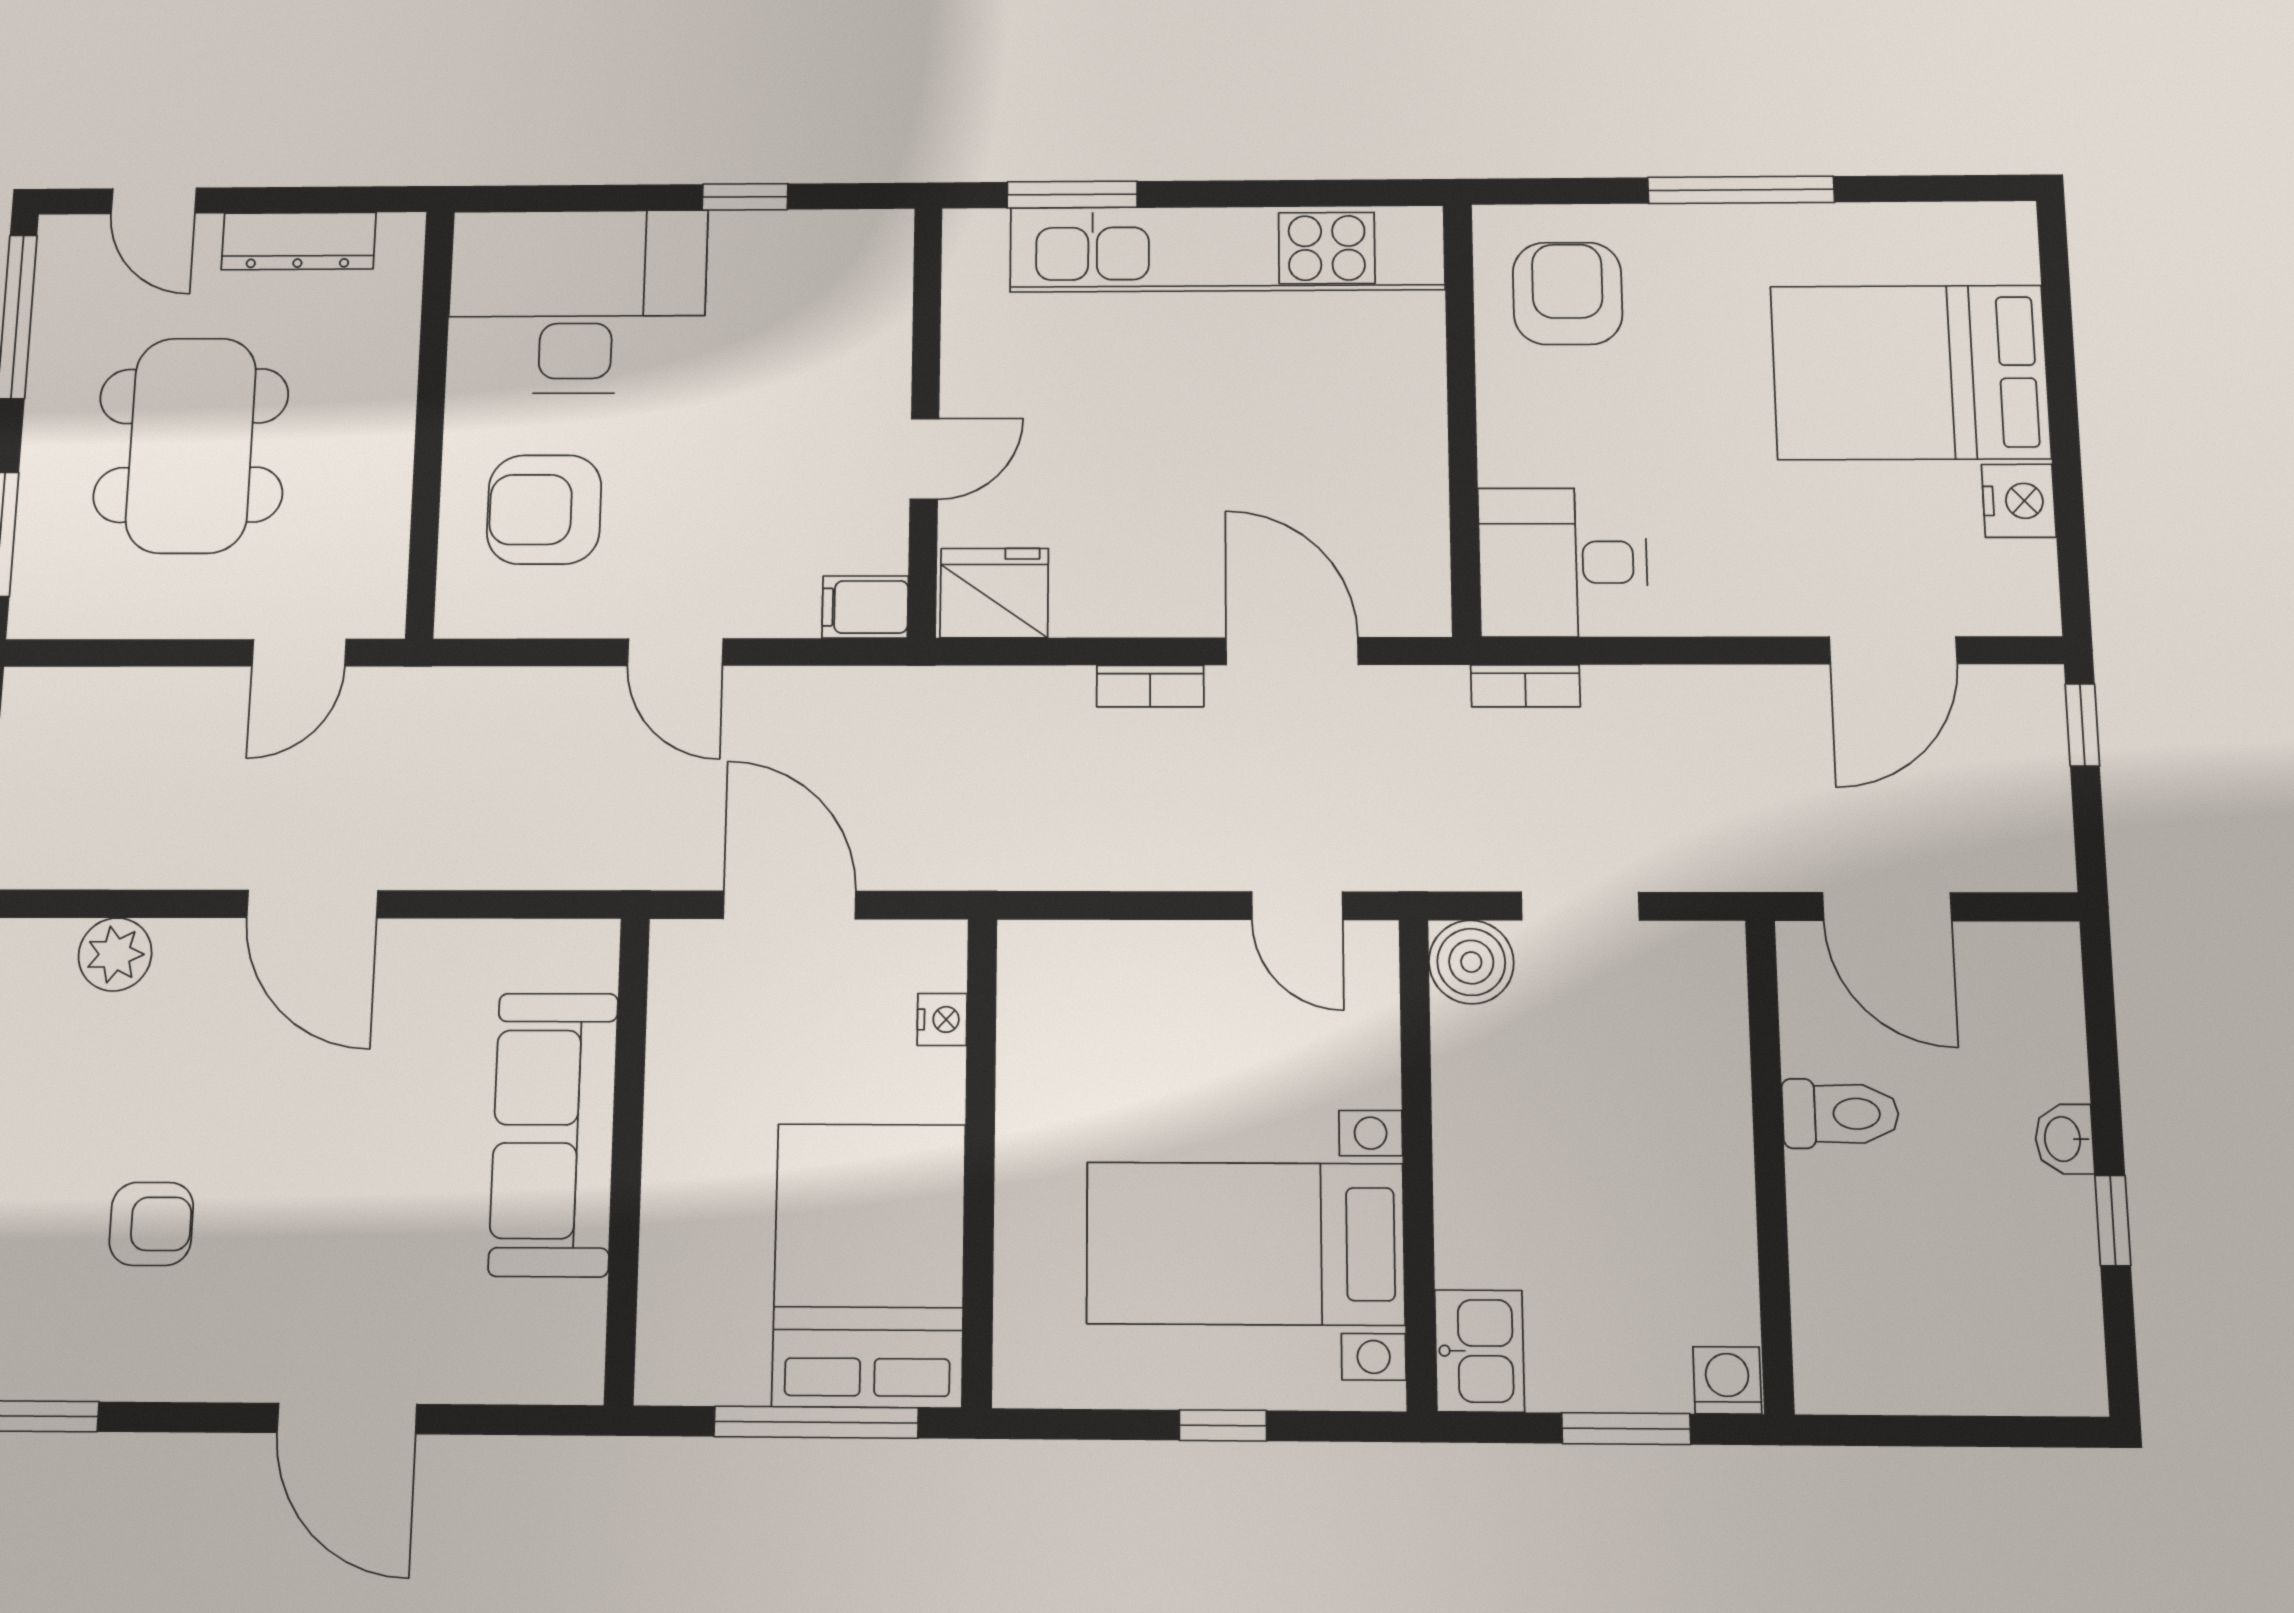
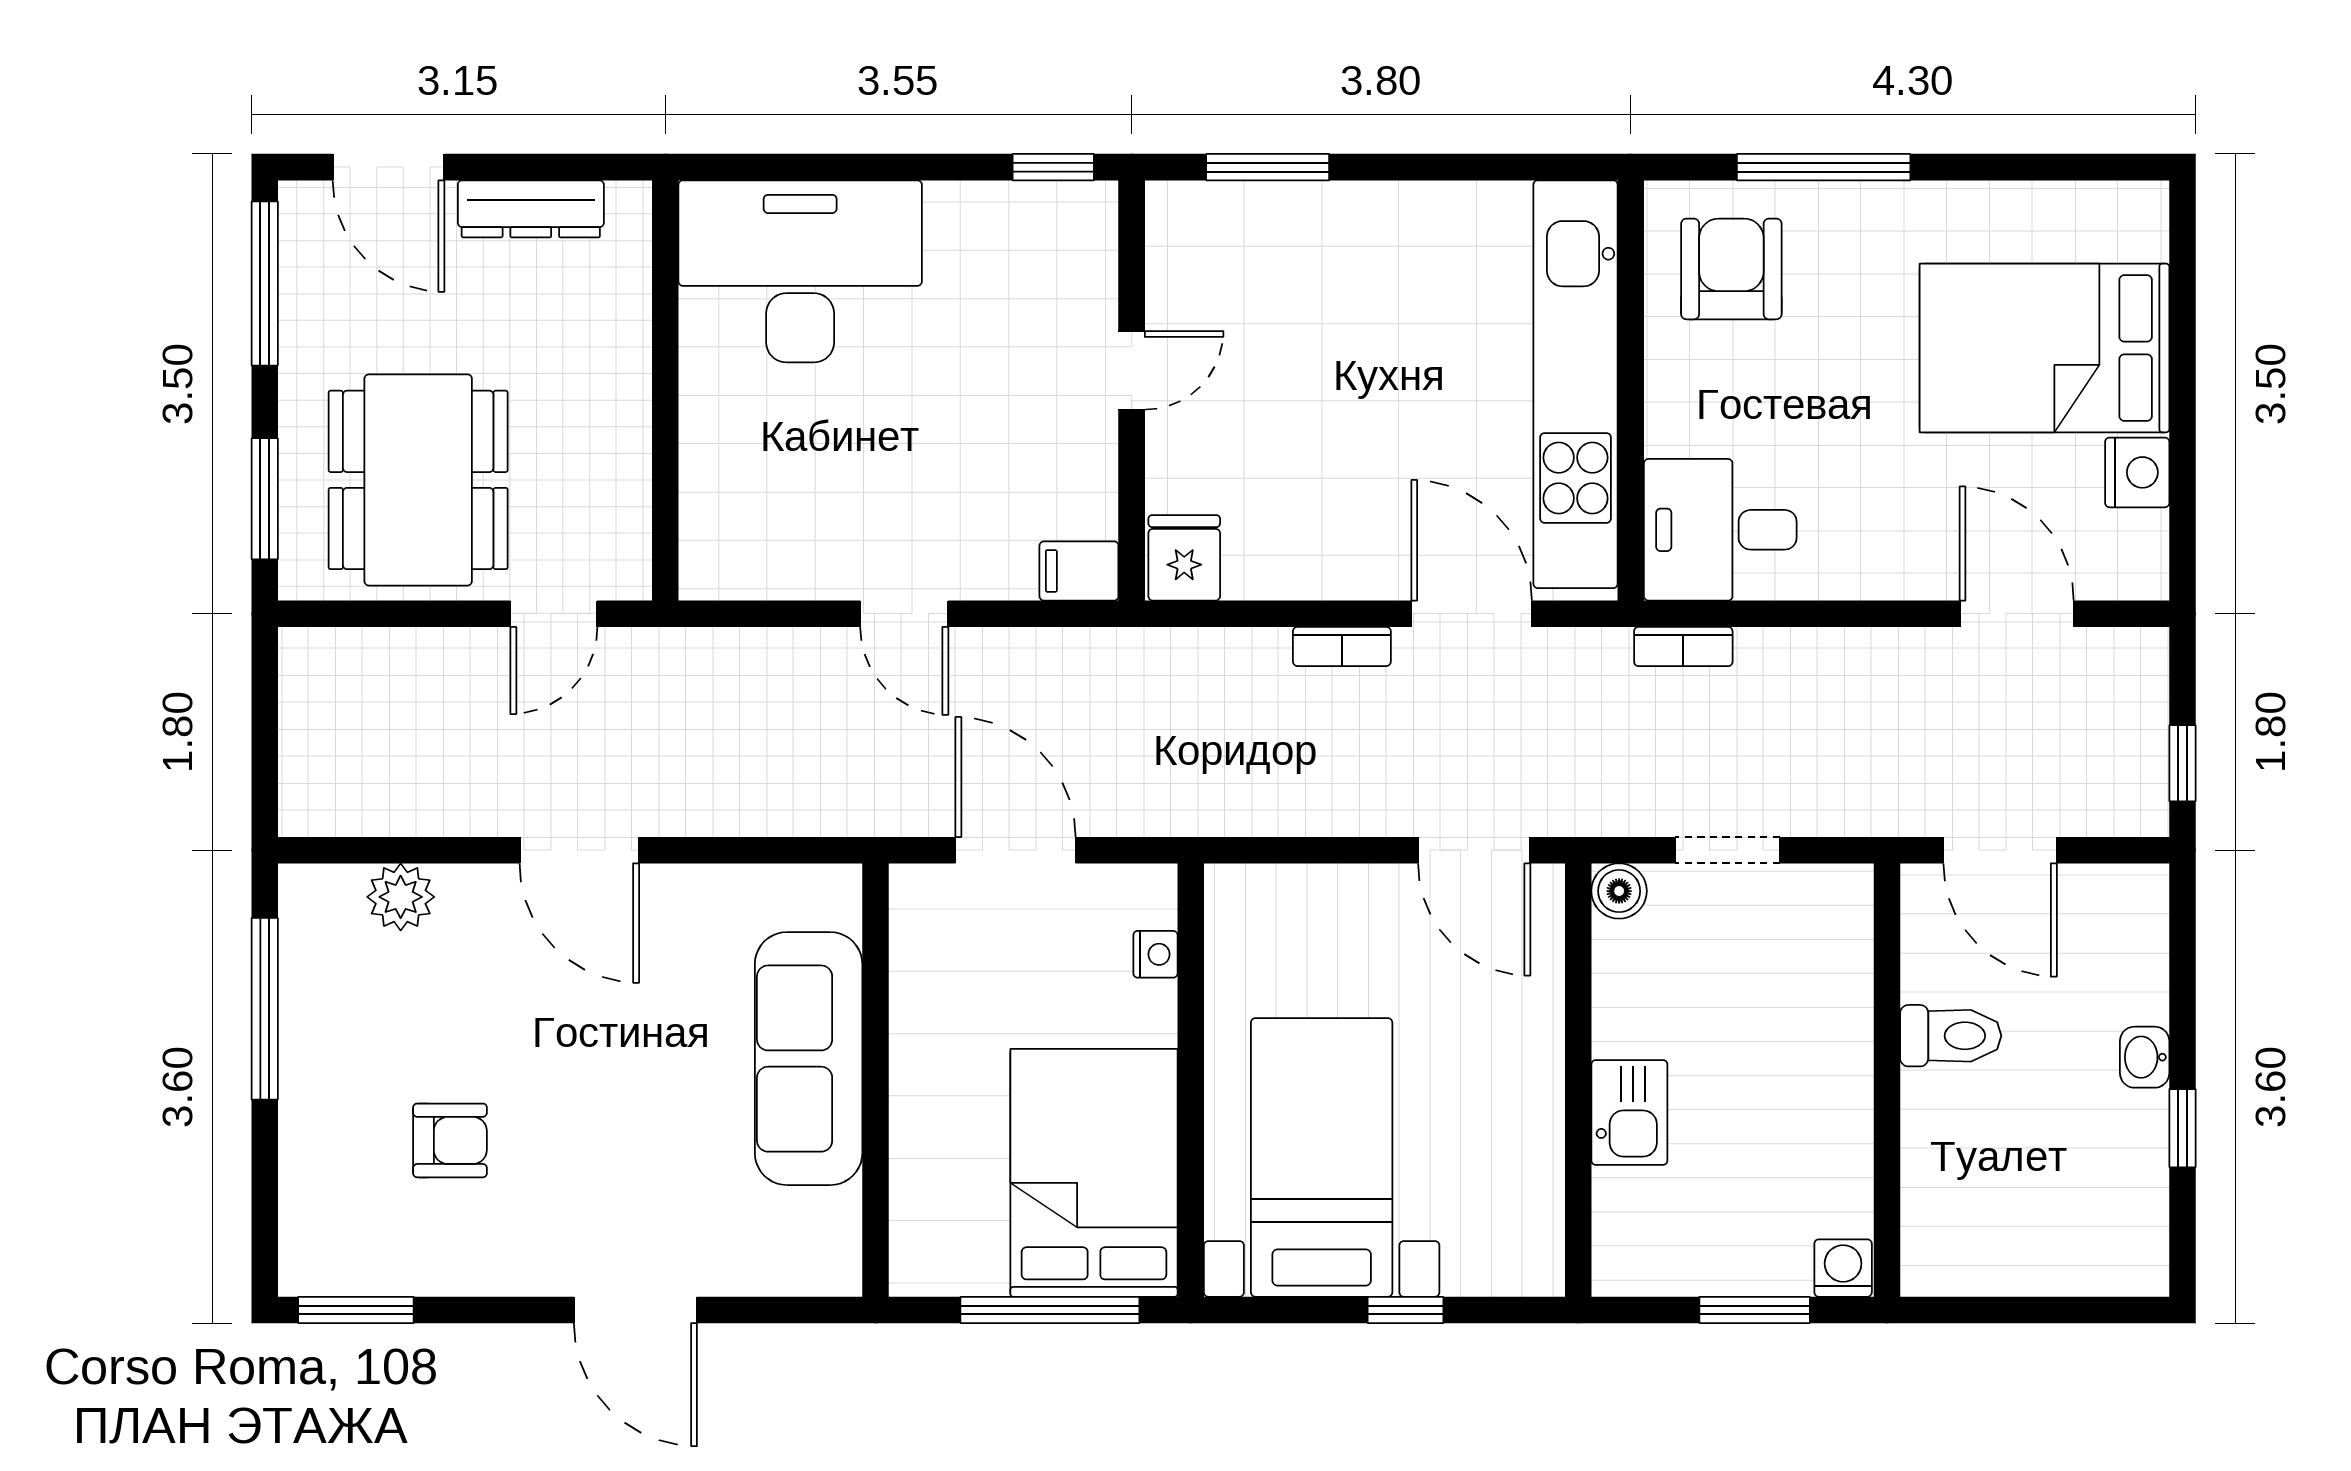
window: (1741, 190) -> (1824, 167), moved
window: (745, 197) -> (1053, 167), moved
door: (154, 201) -> (388, 167), width x1.37
kitchen unit: (1227, 249) -> (1575, 384), moved, turned 90
dining table: (191, 445) -> (418, 480), moved
door: (924, 459) -> (1132, 370), moved
armchair: (544, 510) -> (777, 476), removed
fridge: (994, 593) -> (1184, 558), width x0.72
door: (1893, 650) -> (2017, 614), swing flipped
window: (2082, 725) -> (2182, 763), moved
door: (1297, 906) -> (1474, 850), width x1.38
boiler: (1471, 962) -> (1619, 891), width x0.73, depth x0.73
bed with nightstands: (1245, 1244) -> (1322, 1157), moved, turned 90
kitchen sink: (1479, 1351) -> (1629, 1112), moved

